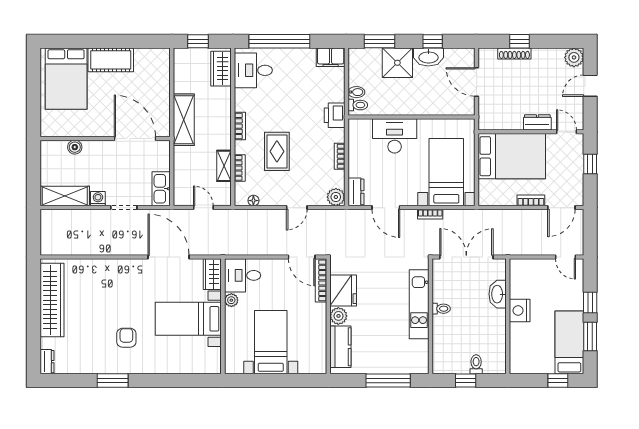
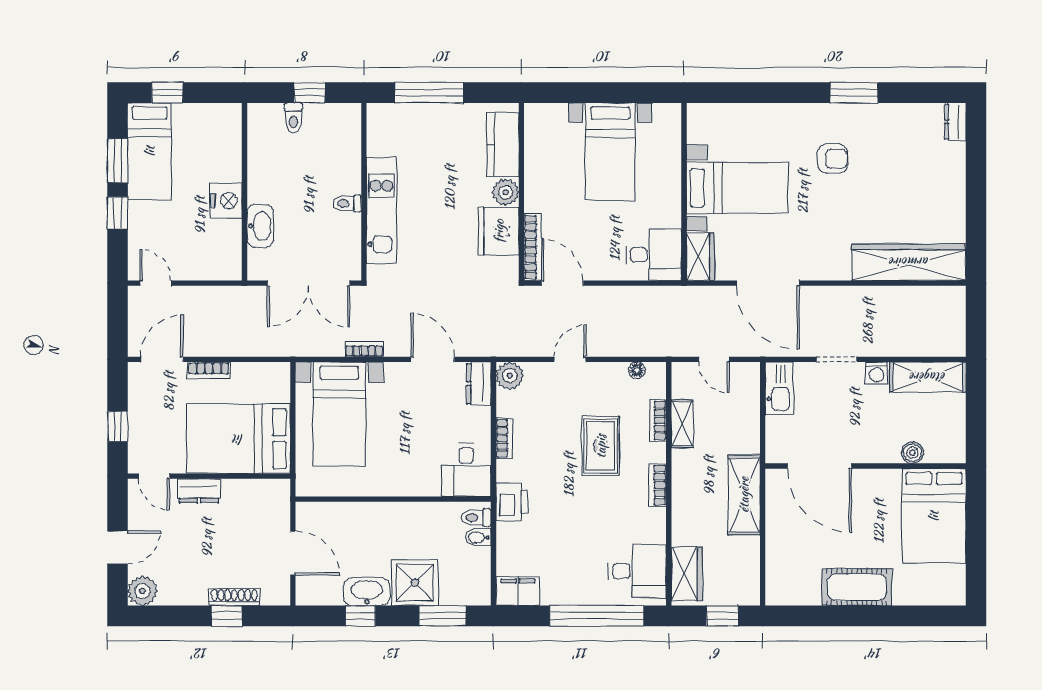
bed: (66, 79) -> (934, 516), moved, turned 180
desk: (395, 136) -> (466, 470), moved, width x0.73
wardrobe: (52, 300) -> (909, 262), moved, turned 90
plant: (231, 300) -> (671, 217), removed
armchair: (126, 338) -> (833, 159), turned -90

